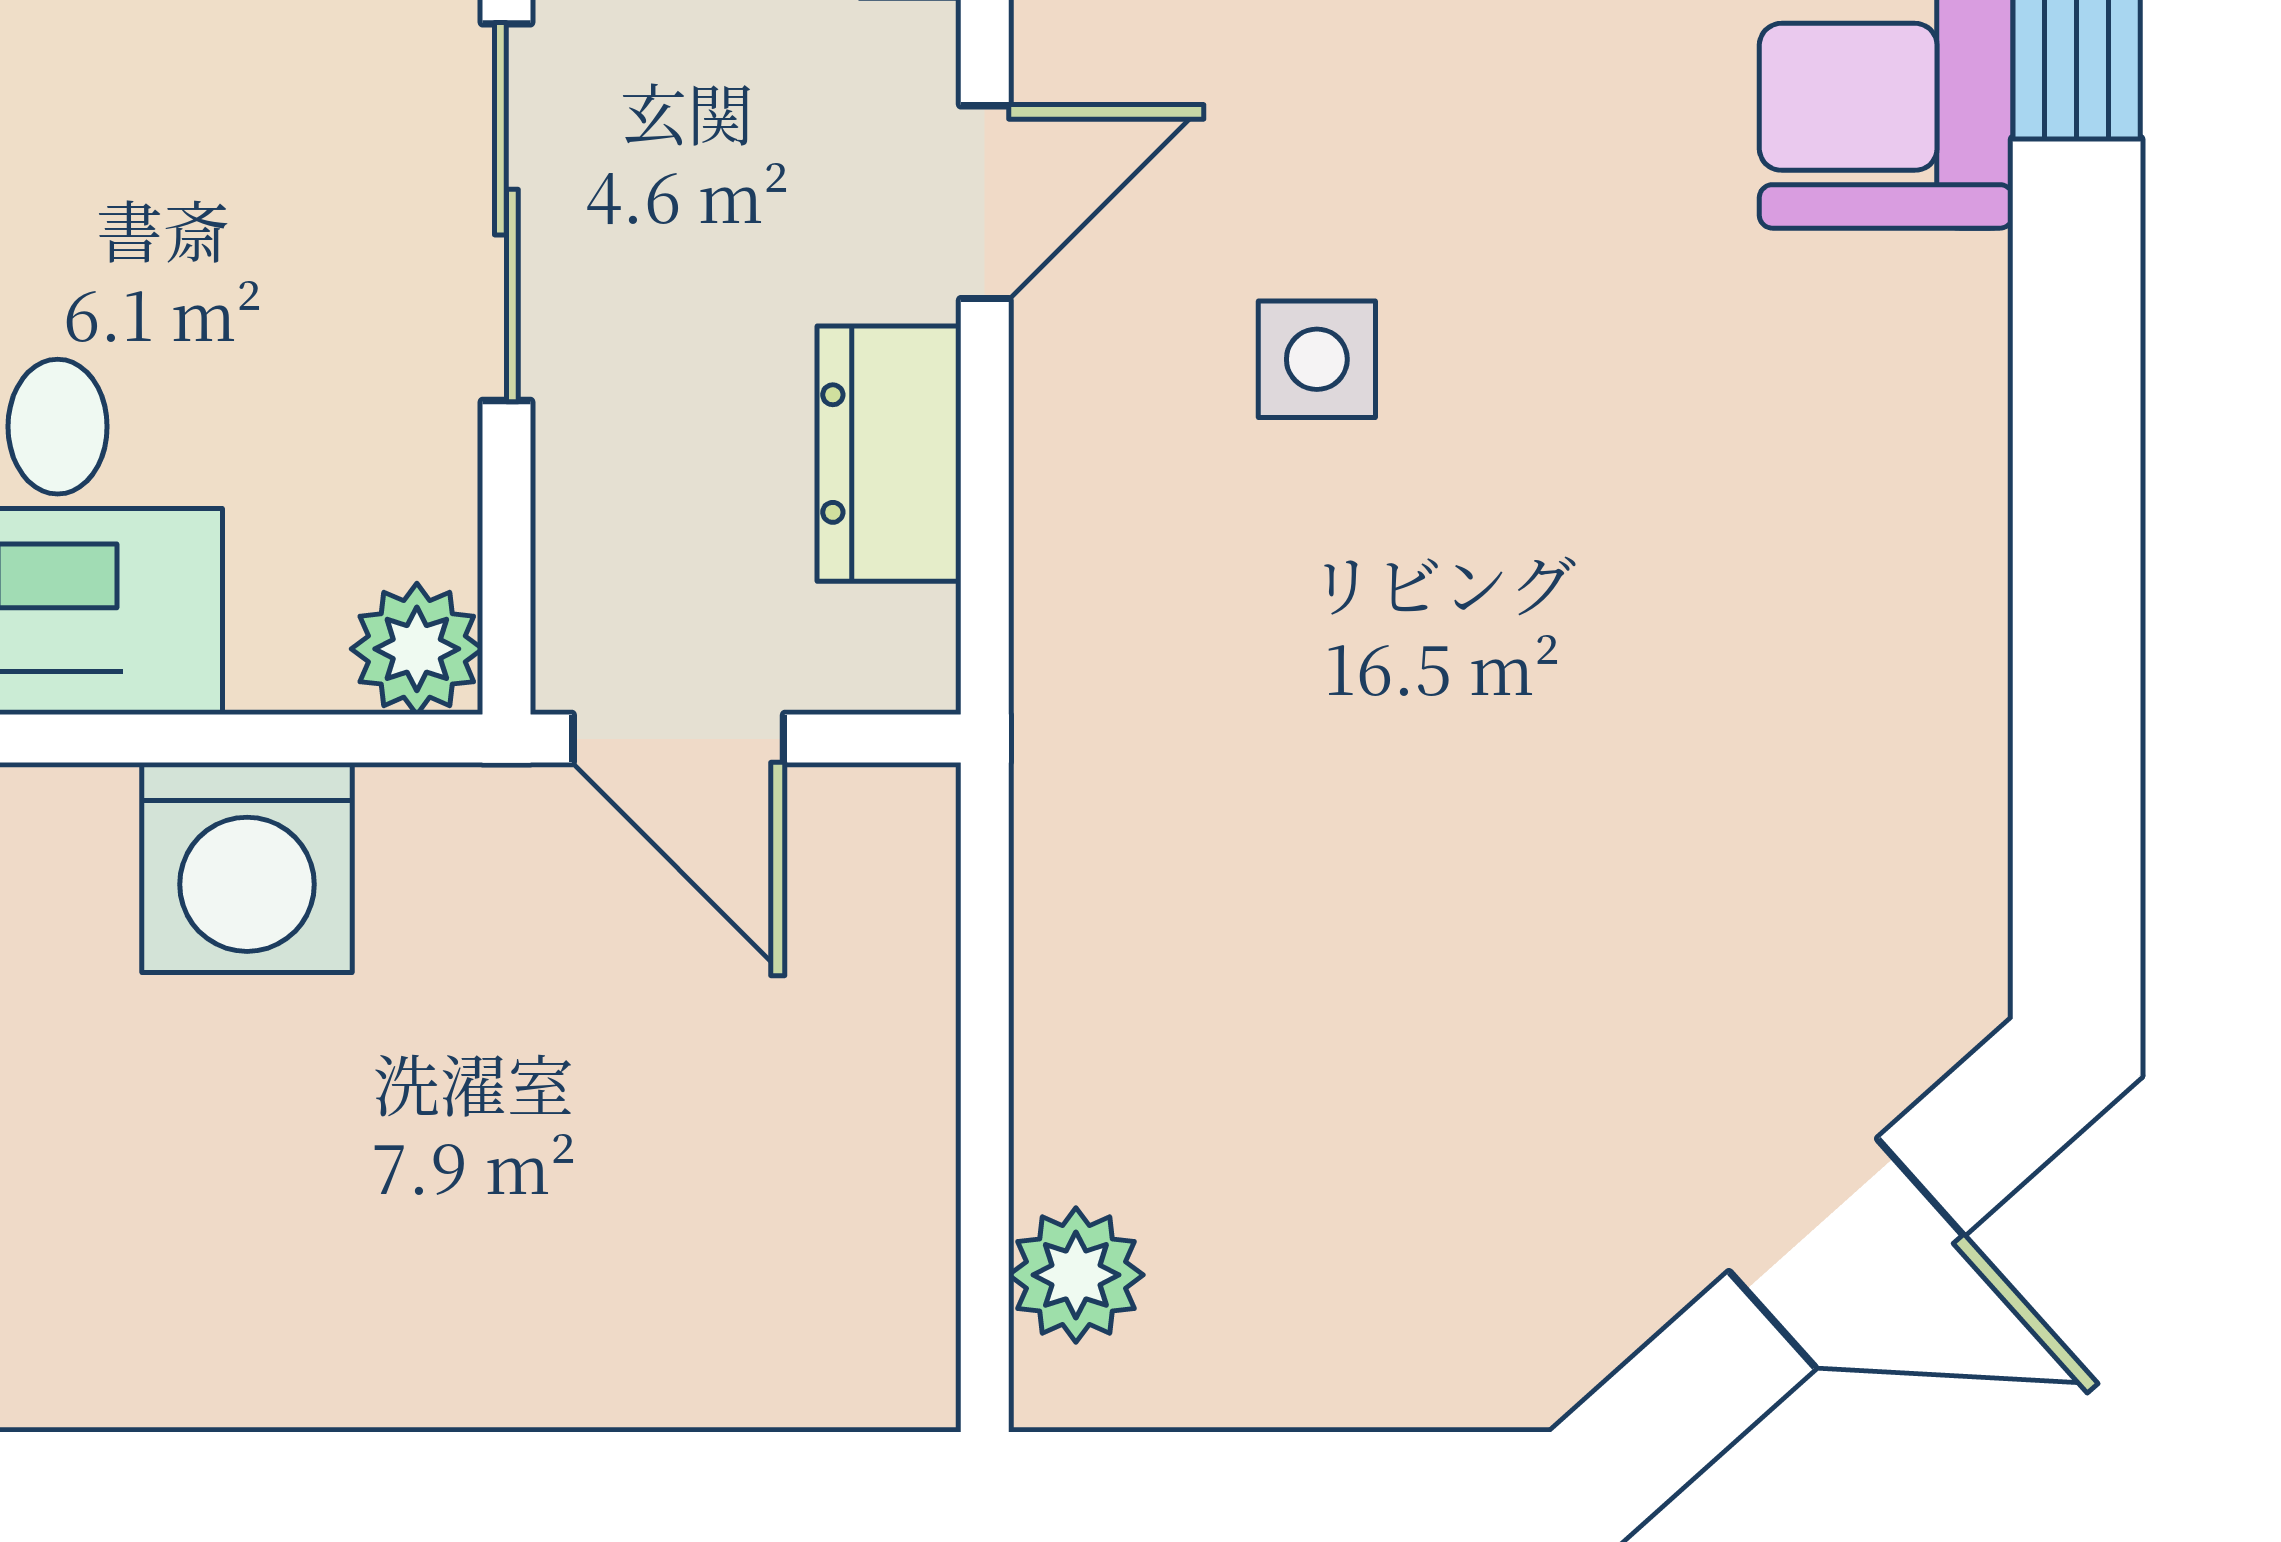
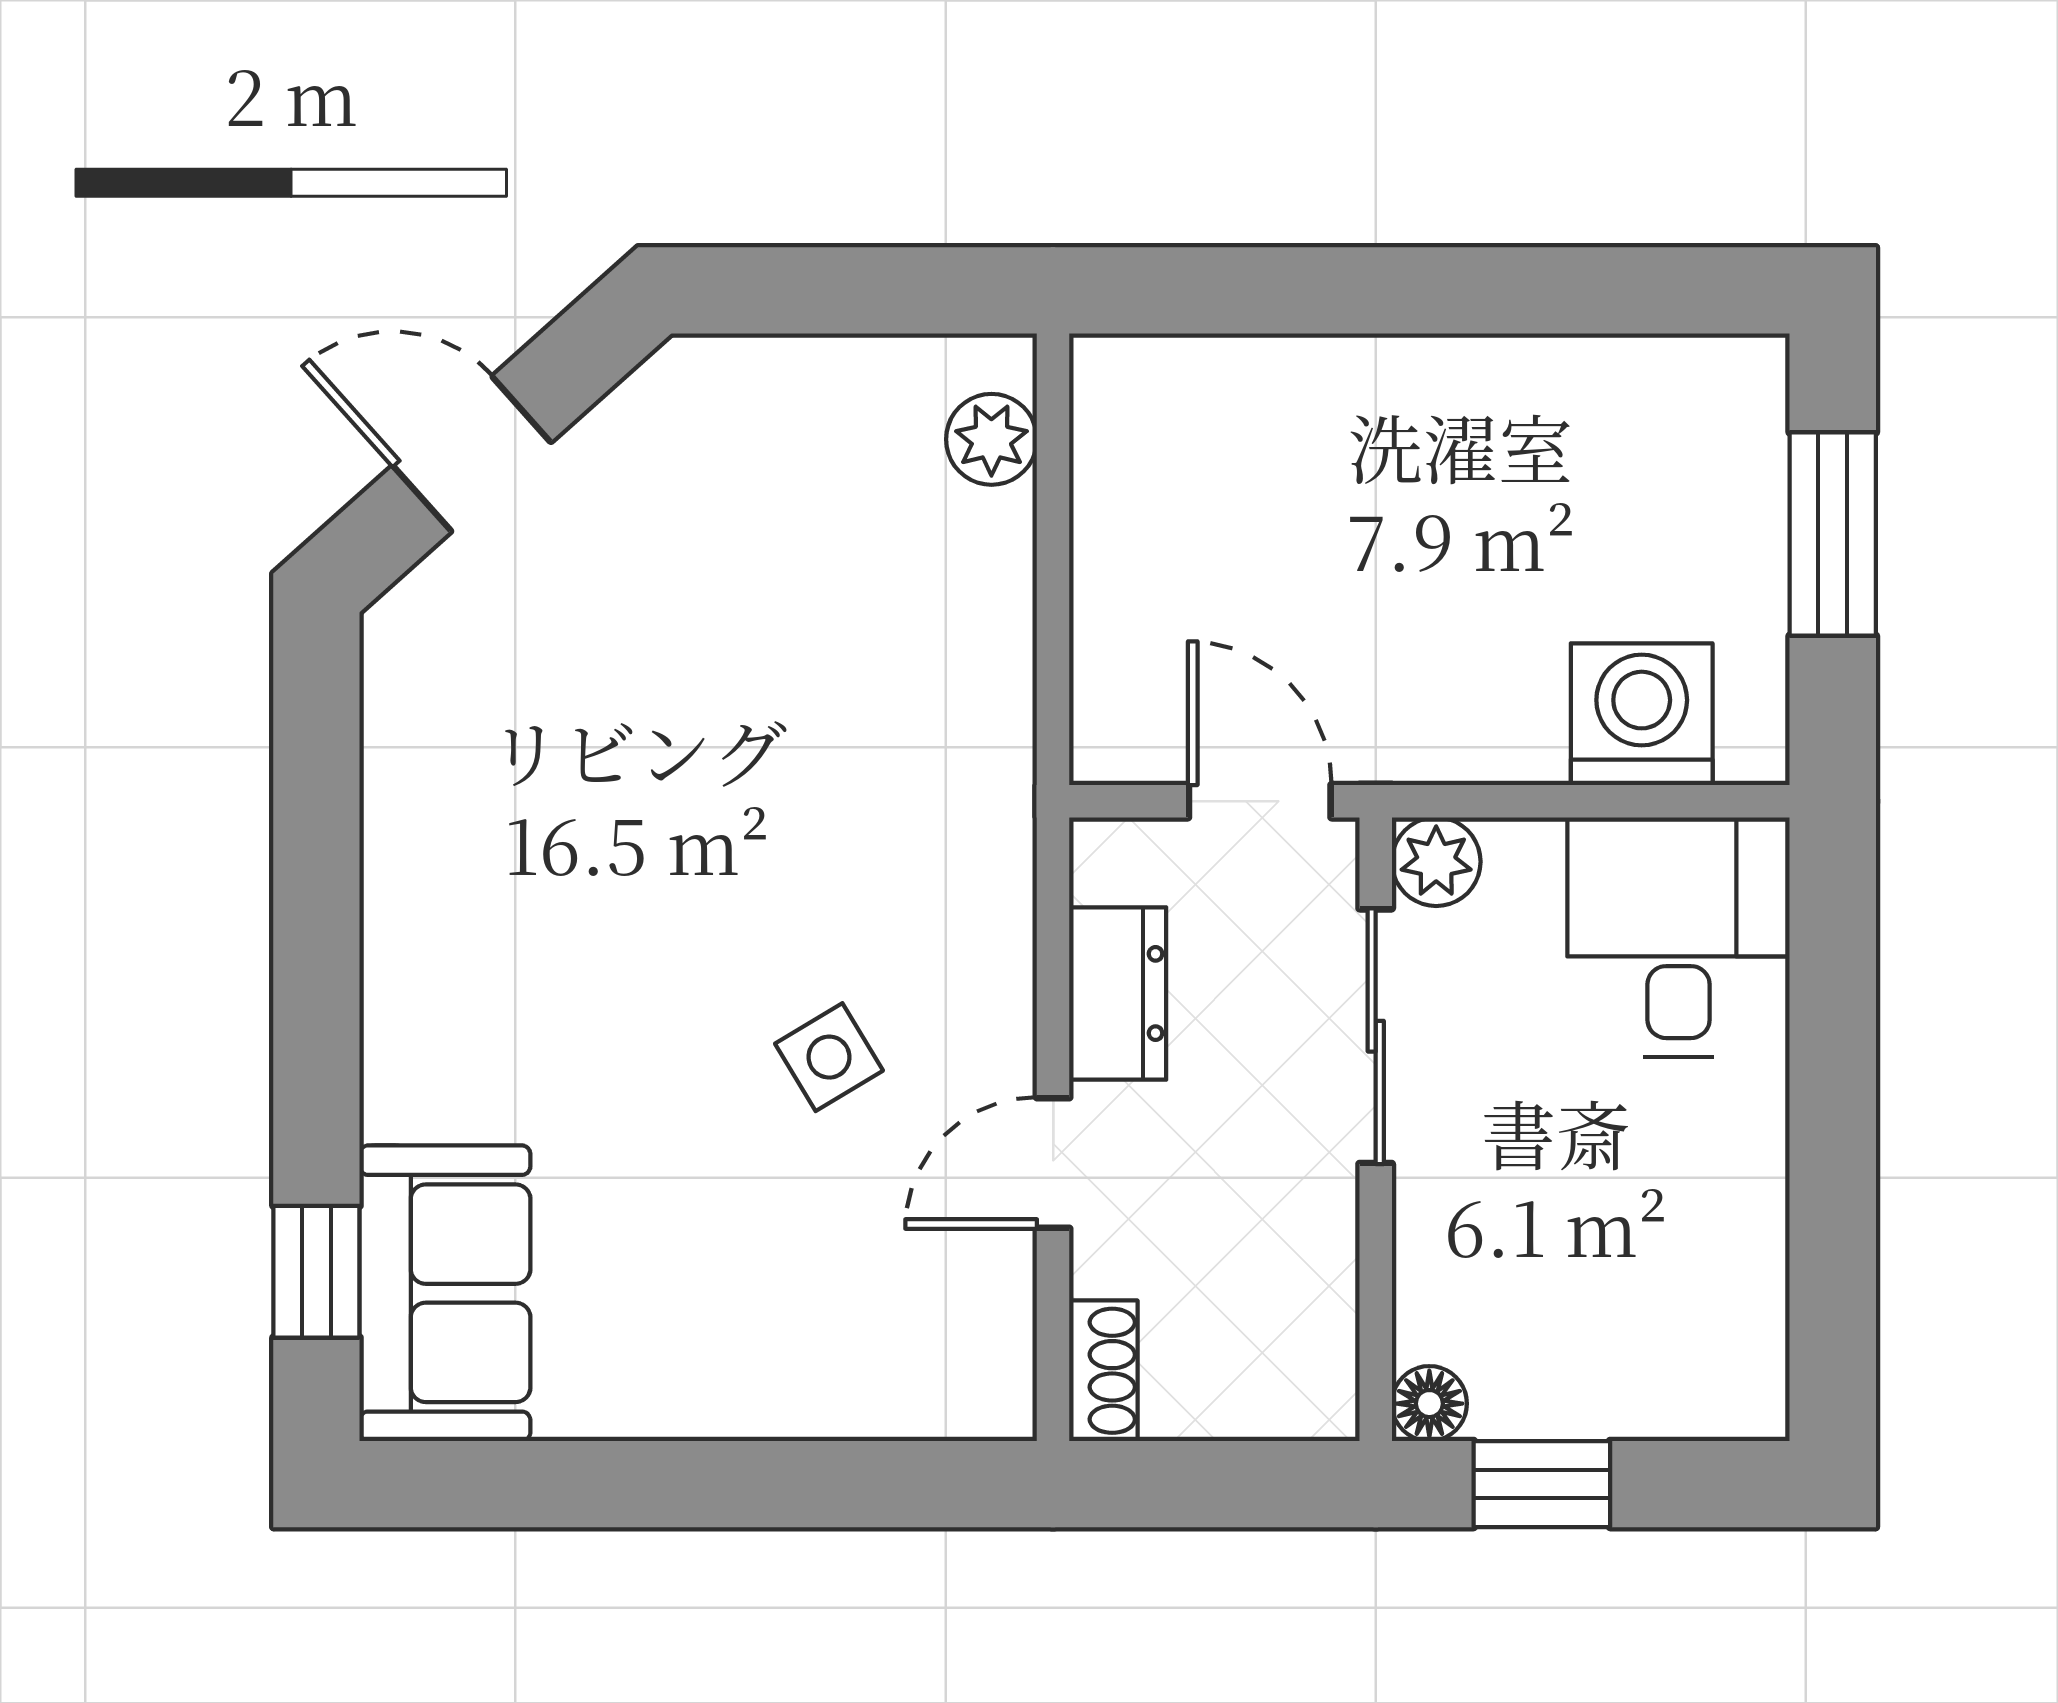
sliding door: (506, 212) -> (1376, 1036), moved
side table: (1317, 359) -> (829, 1057), turned -31
washing machine: (247, 868) -> (1642, 714), moved

